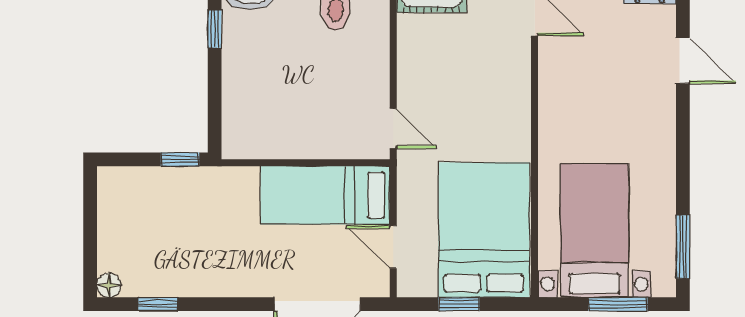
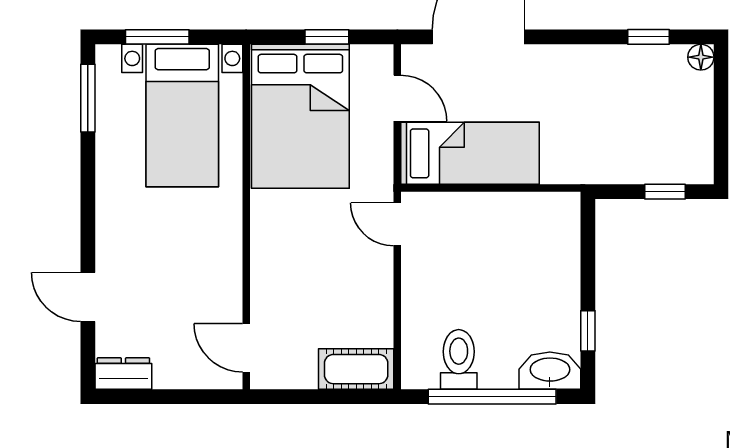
window: (180, 159) -> (665, 192), moved

